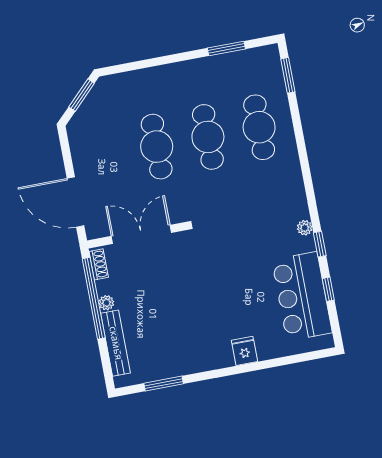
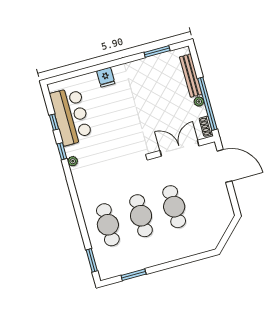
window: (82, 95) -> (226, 237), removed
double door: (141, 234) -> (180, 148), swing flipped

